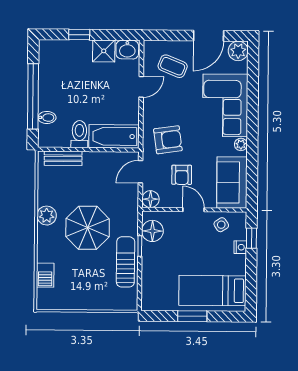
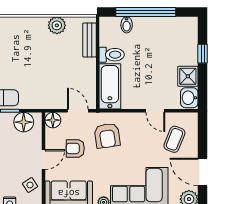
plant: (47, 216) -> (57, 25), moved
parasol: (88, 228) -> (26, 63), removed

